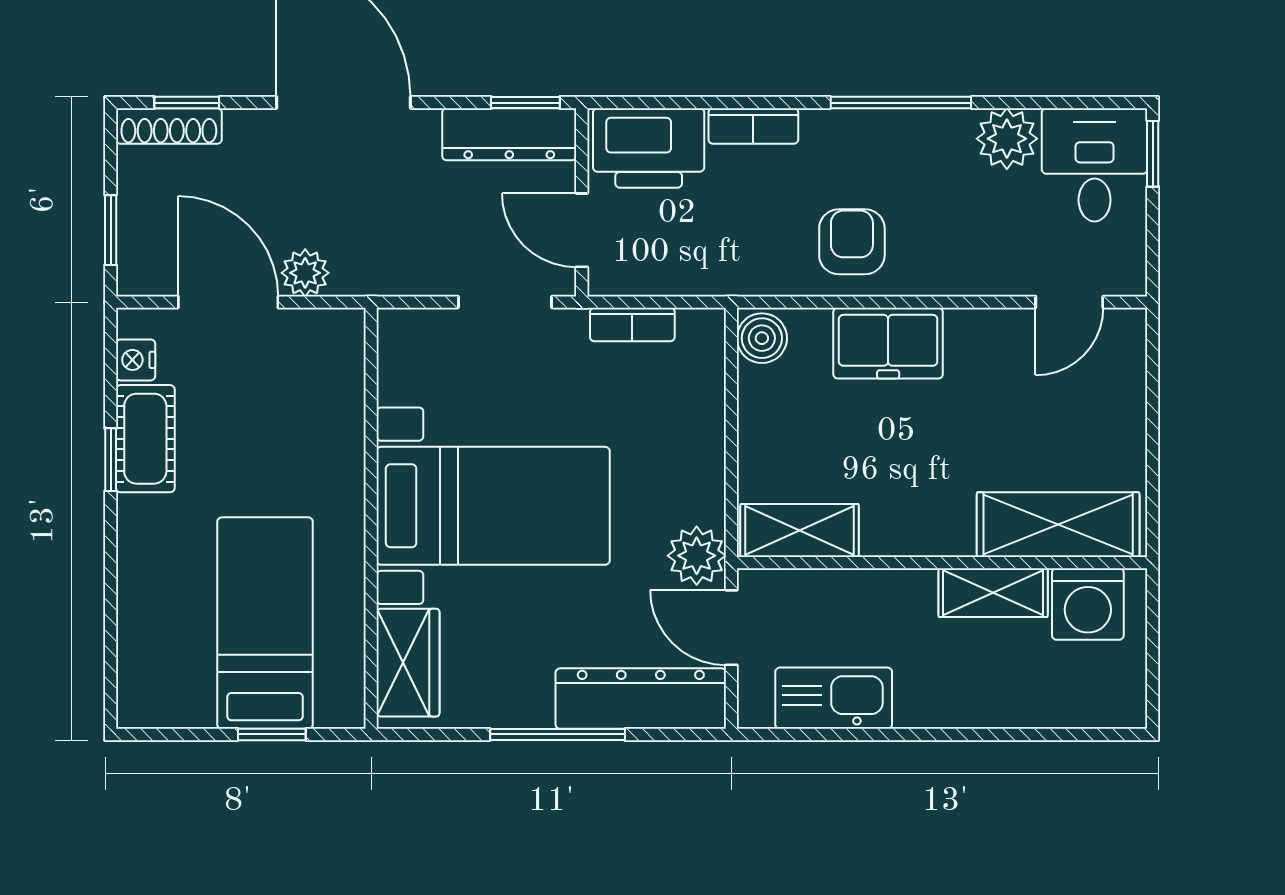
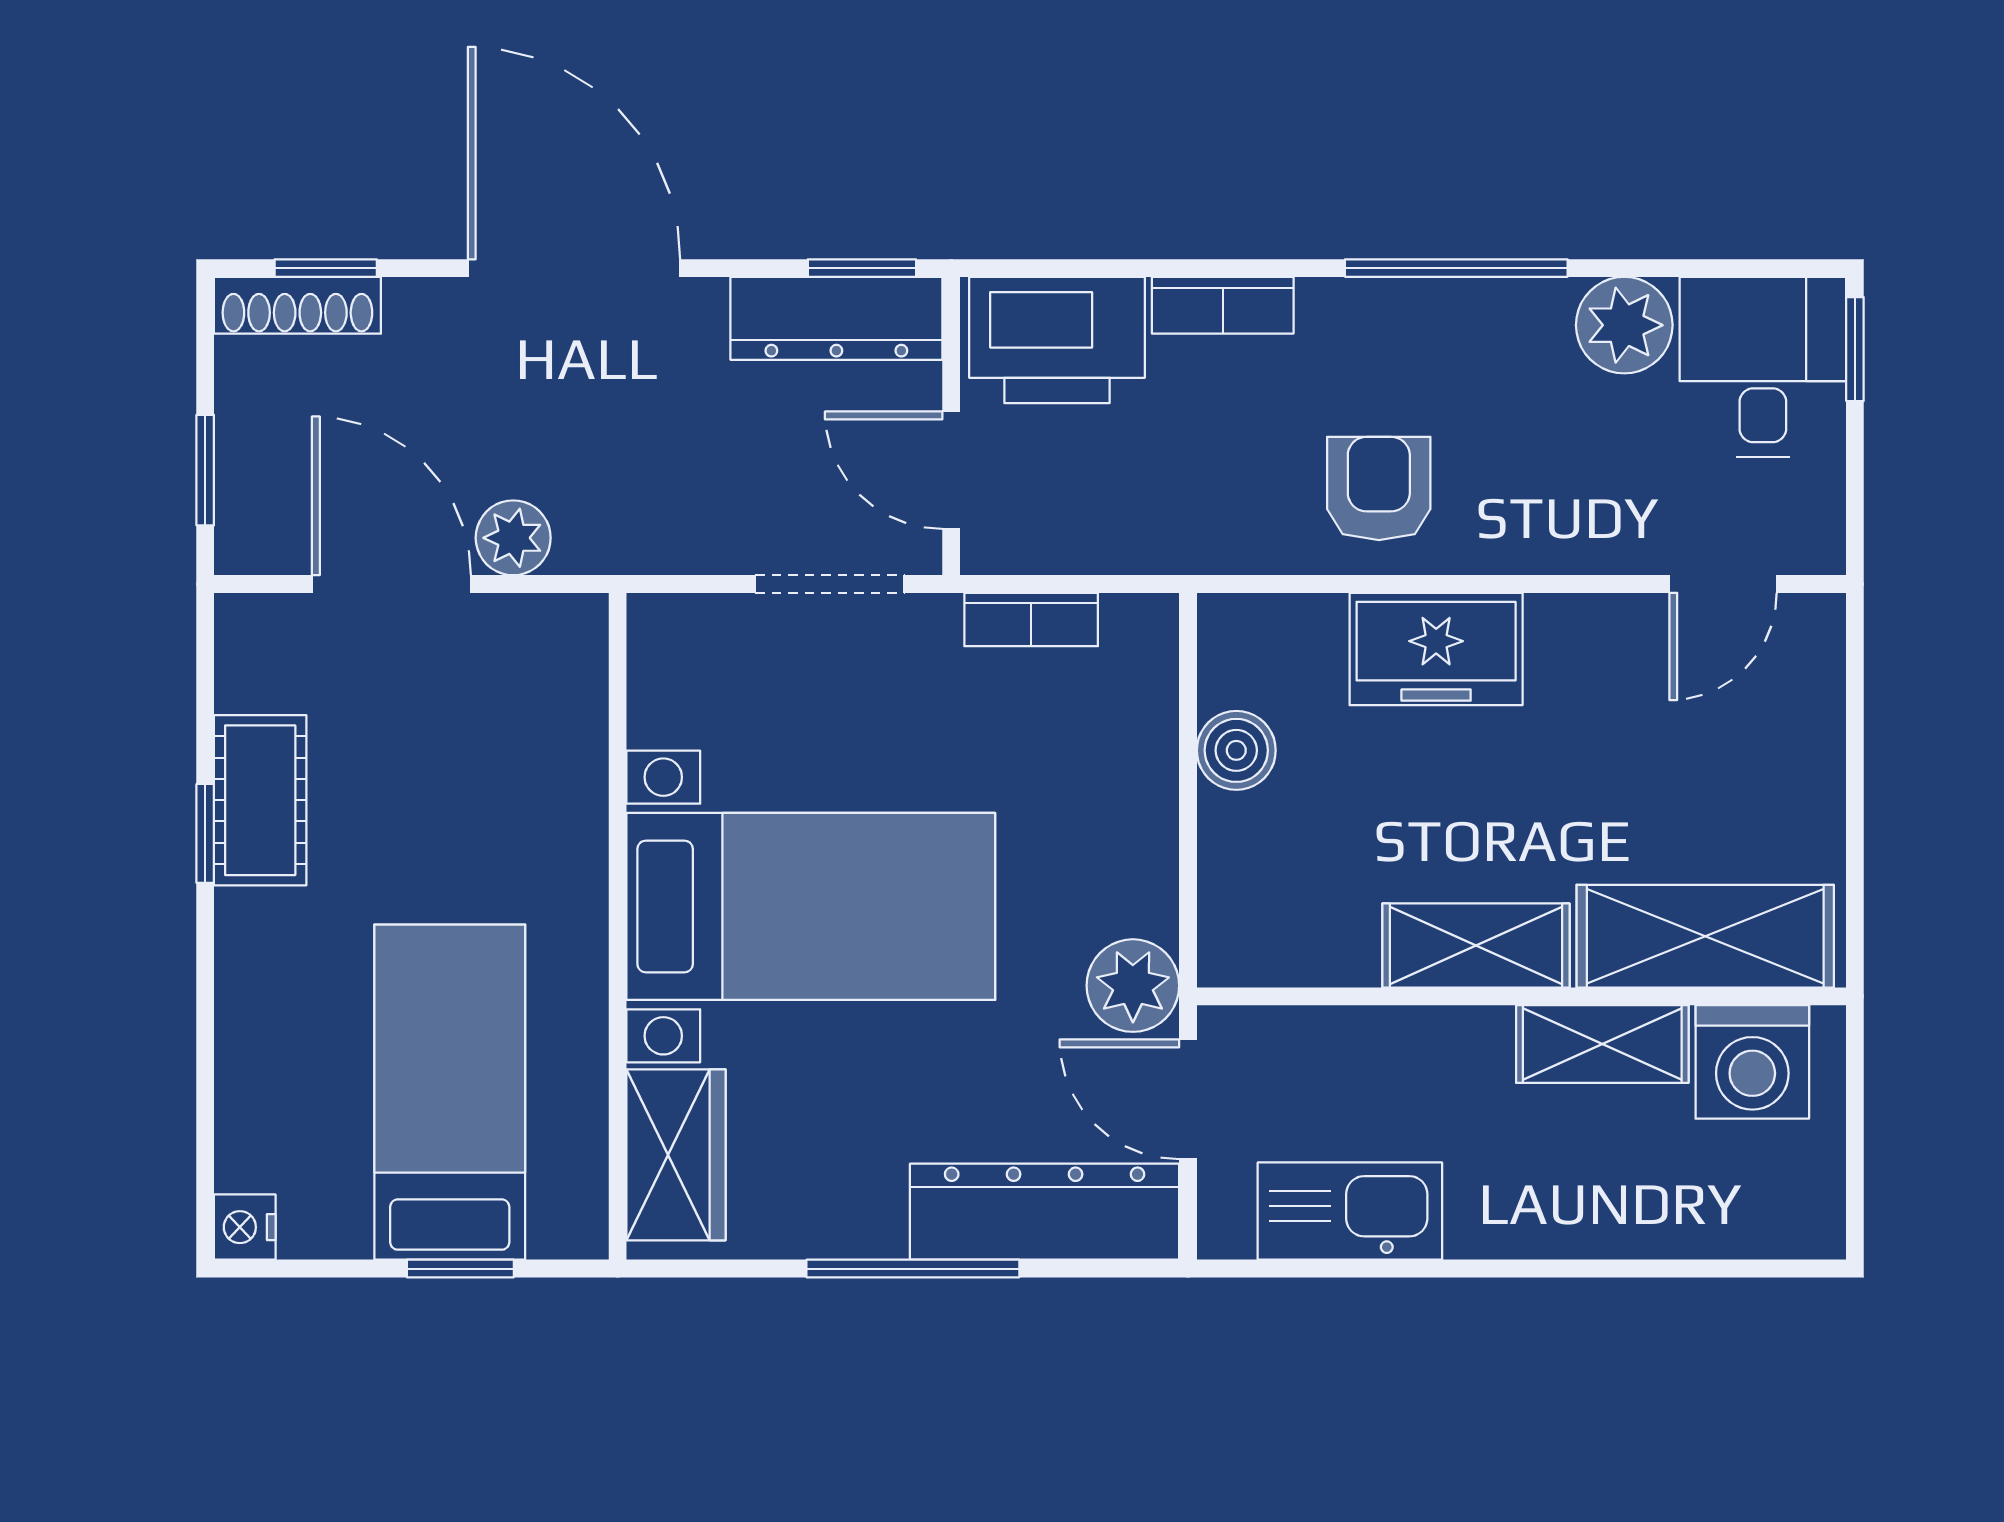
boiler: (762, 338) -> (1236, 750), moved
nightstand: (136, 360) -> (245, 1227), moved
shelving: (800, 530) -> (1476, 946), moved

